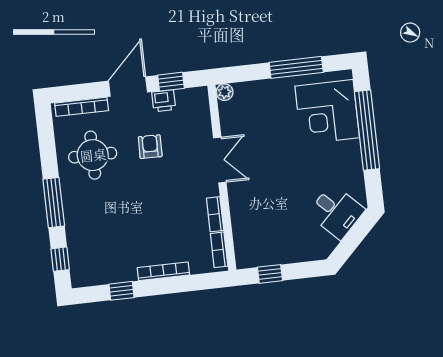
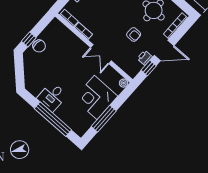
door: (128, 87) -> (164, 51), hinge flipped
corner desk: (327, 112) -> (96, 97), moved, turned -90
desk: (336, 212) -> (52, 97), moved, turned -45
chair: (295, 248) -> (39, 46), added
window: (270, 274) -> (29, 39), moved

